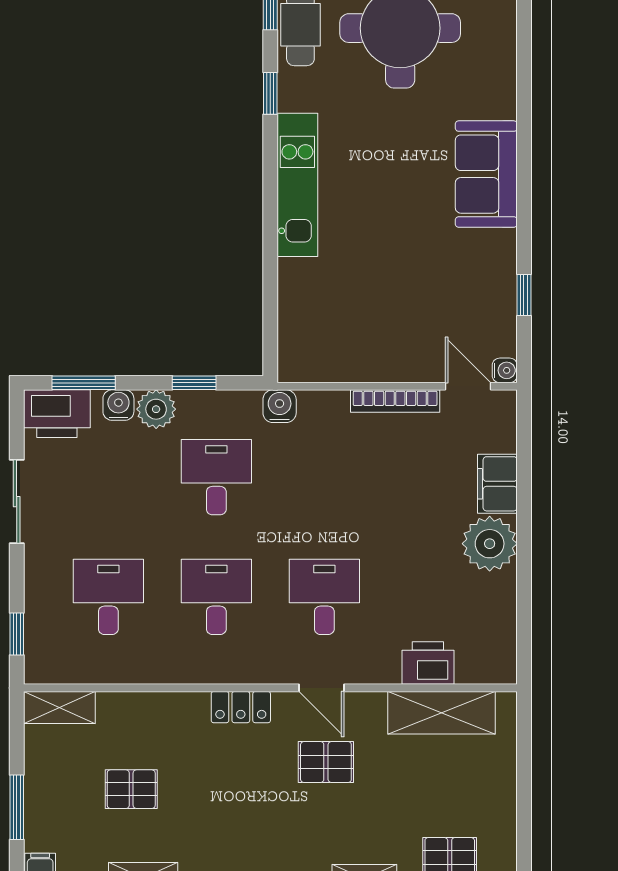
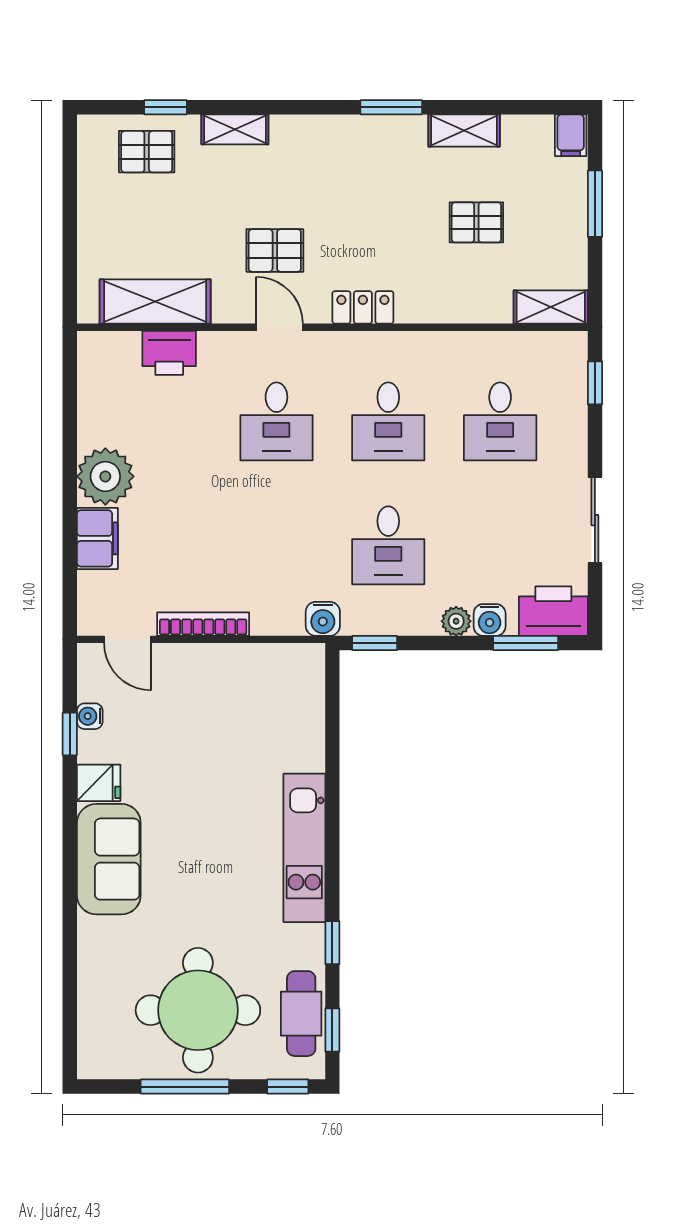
fridge: (496, 248) -> (99, 783), added
water cooler: (505, 370) -> (90, 716), moved
window: (194, 383) -> (375, 643), moved
plant: (156, 409) -> (456, 621), width x0.73, depth x0.73

